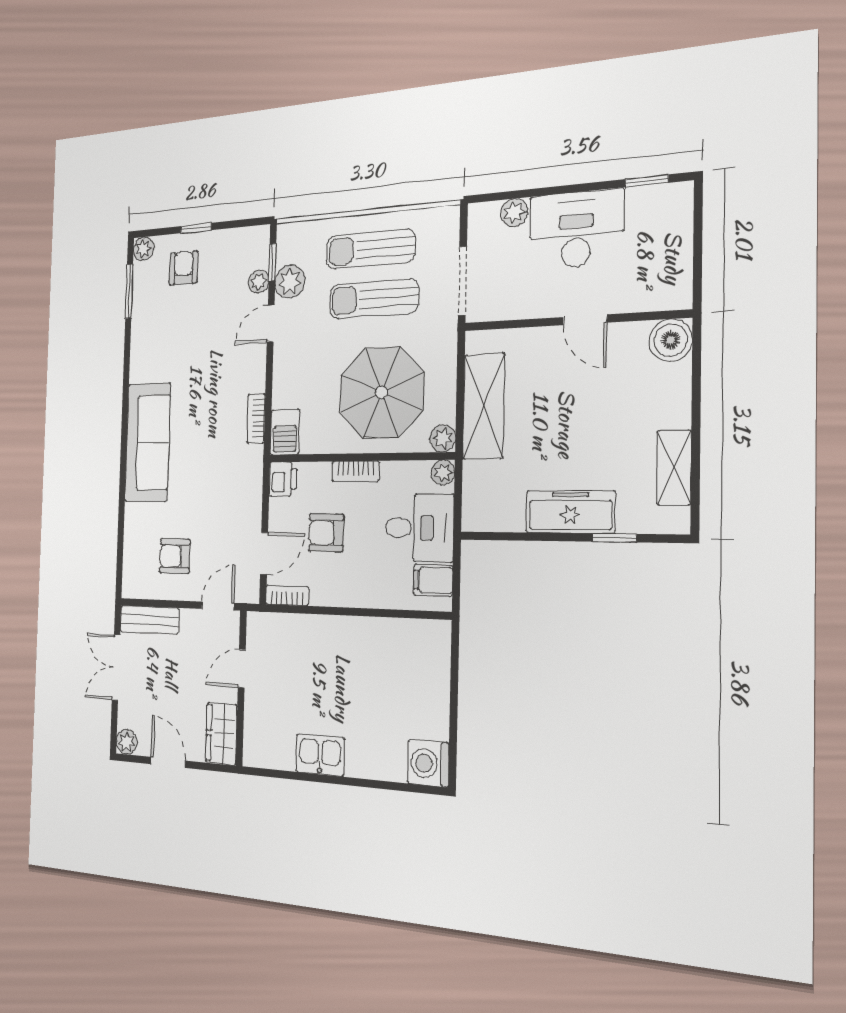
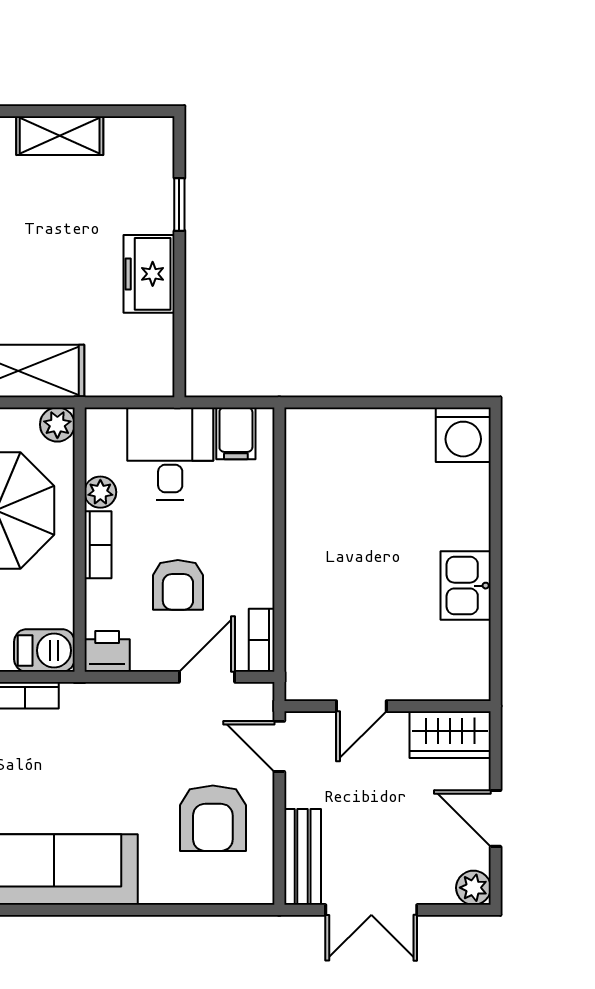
shelving: (674, 468) -> (60, 136), moved
plant: (443, 472) -> (100, 492), moved
freezer: (570, 512) -> (149, 274), width x0.71
door: (264, 554) -> (207, 677), hinge flipped
armchair: (175, 556) -> (213, 818), width x1.38, depth x1.38
door: (242, 669) -> (361, 706), hinge flipped
door: (168, 762) -> (496, 818), hinge flipped

